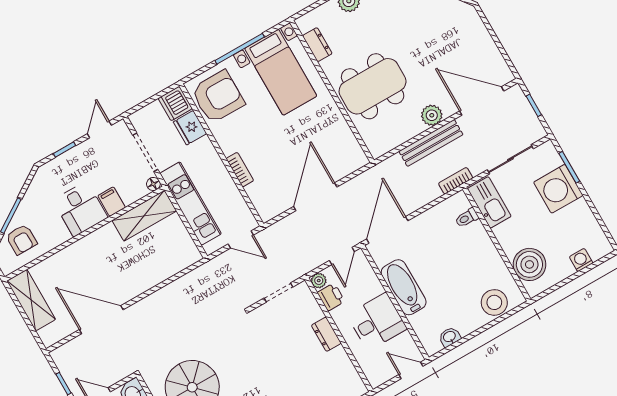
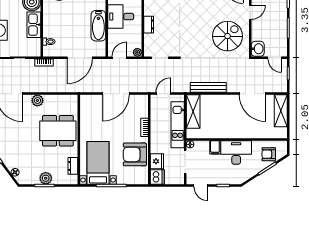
armchair: (218, 97) -> (135, 154), moved
door: (99, 129) -> (201, 185), hinge flipped
bench: (431, 143) -> (208, 87), moved
kitchen sink: (489, 202) -> (34, 25), moved
desk: (80, 209) -> (236, 153), width x1.37
shelving: (144, 216) -> (193, 112), moved, turned 90
door: (387, 230) -> (80, 58), moved
armchair: (21, 239) -> (269, 154), turned -90
door: (241, 240) -> (163, 94), hinge flipped
printer: (331, 297) -> (136, 41), removed
shelving: (31, 300) -> (281, 111), moved

